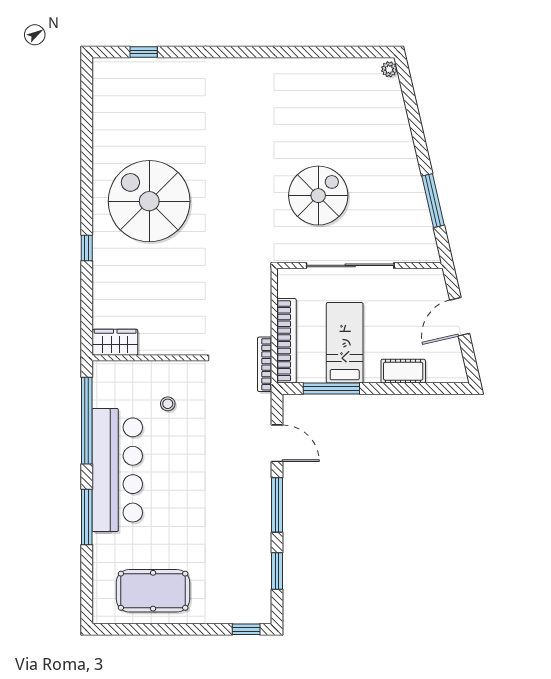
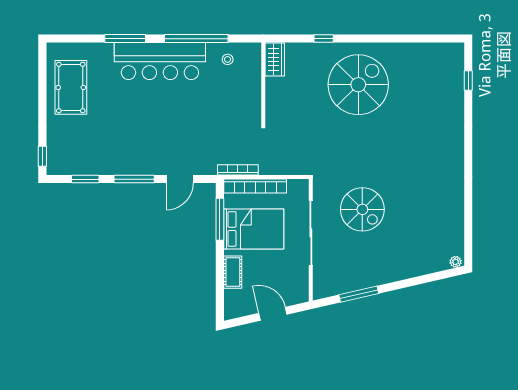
wardrobe: (115, 342) -> (275, 60), moved
bed: (345, 343) -> (254, 229), width x1.50
wall: (147, 358) -> (263, 83), moved
stool: (168, 404) -> (228, 59), moved

